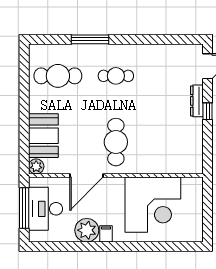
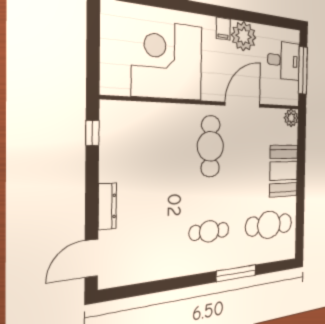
window: (208, 111) -> (92, 133), moved
booth: (43, 136) -> (284, 171), moved
desk: (46, 209) -> (284, 61), width x0.73

